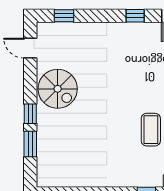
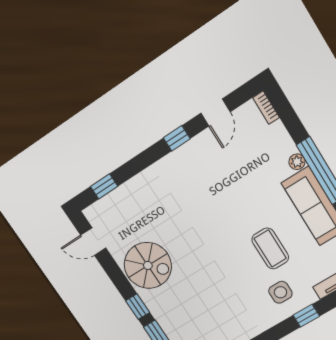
side table: (139, 165) -> (280, 292), added

